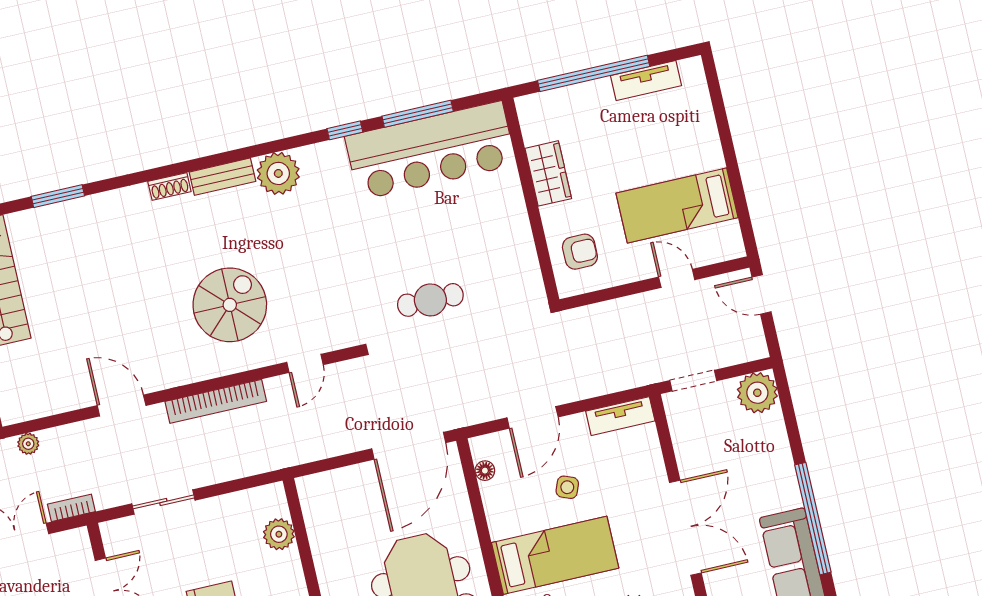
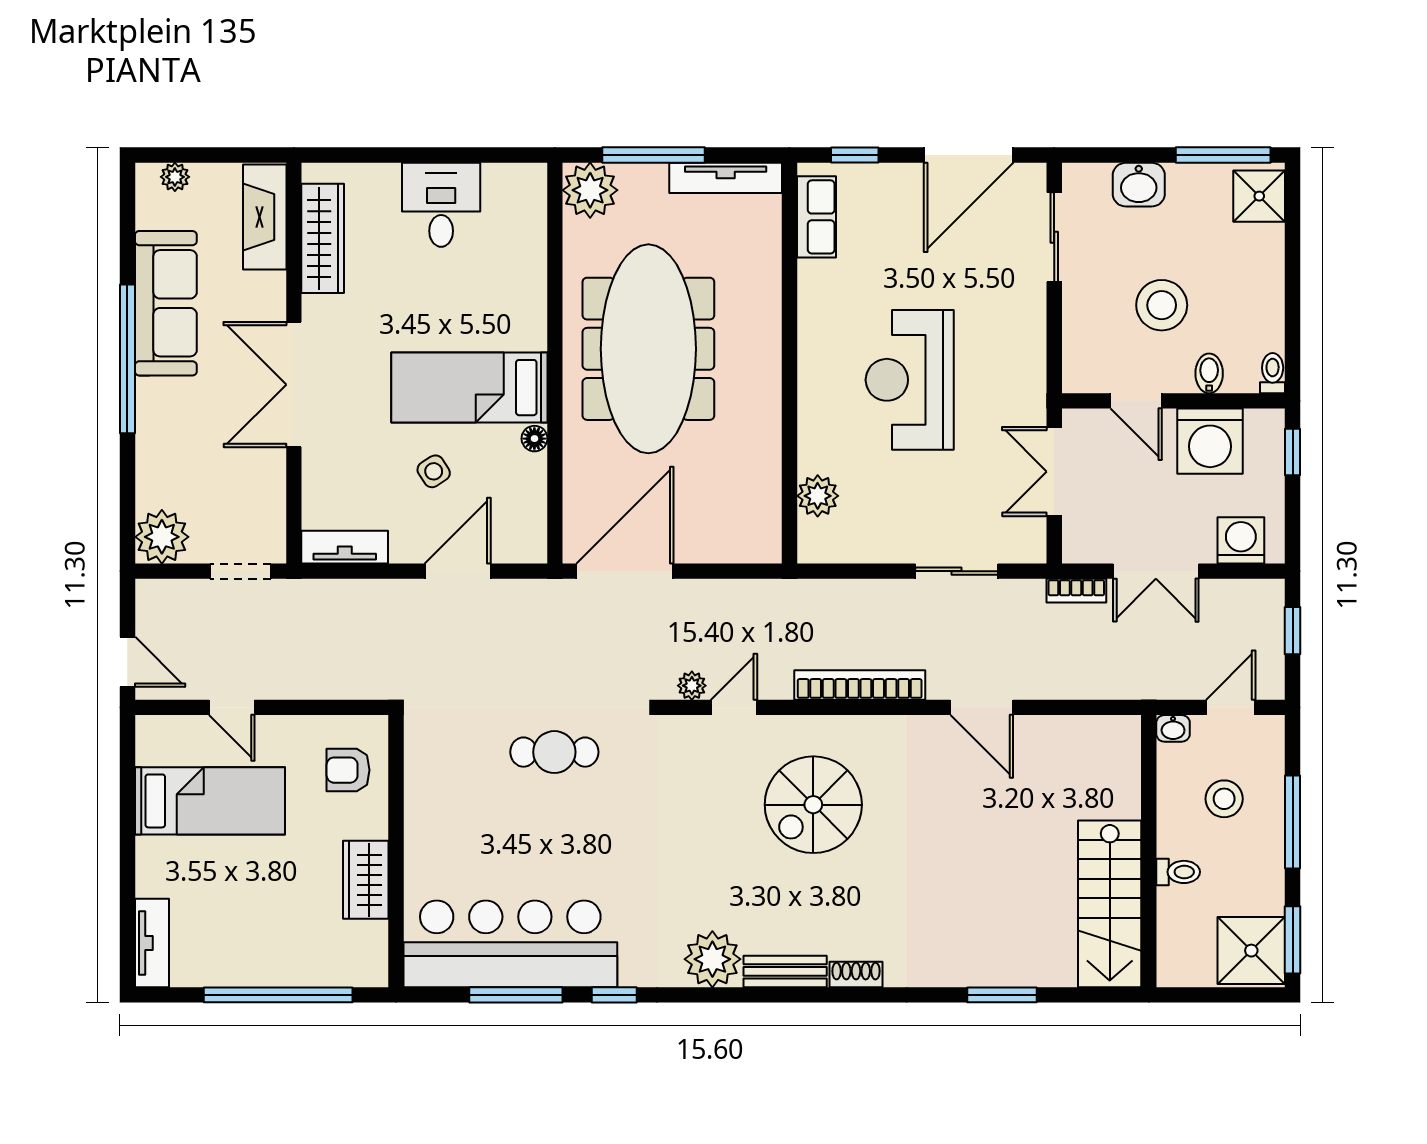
tv unit: (646, 81) -> (152, 943), moved, turned 90
plant: (28, 444) -> (692, 686), moved
floor lamp: (485, 471) -> (534, 439), moved
side table: (567, 487) -> (434, 471), turned 36

